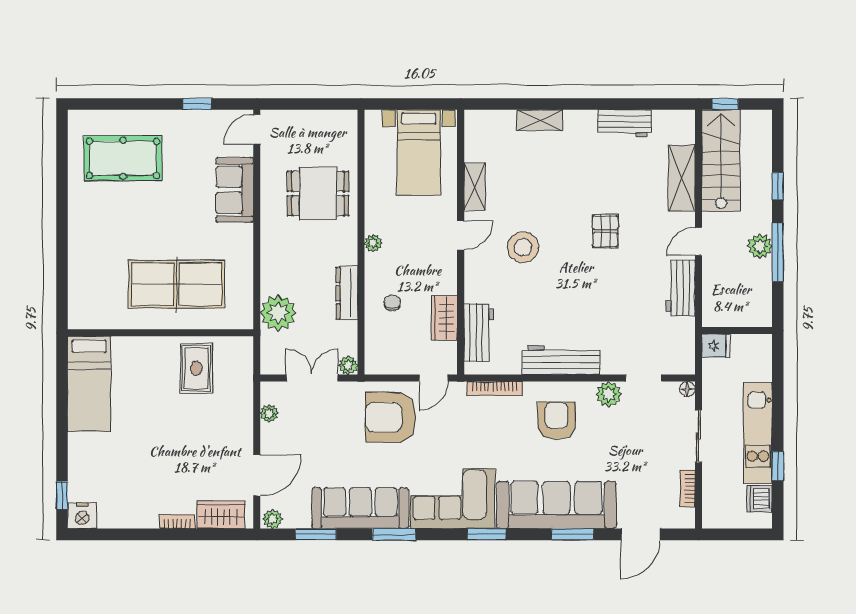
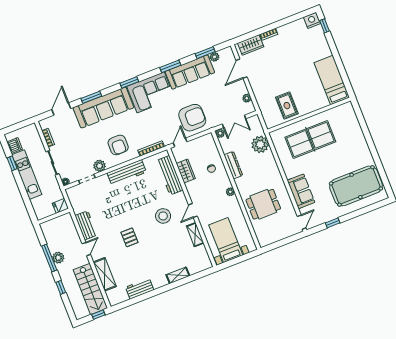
pool table: (123, 158) -> (356, 186), width x1.36, depth x1.32
workbench: (479, 333) -> (170, 175), width x1.38
plant: (272, 519) -> (214, 57), moved

